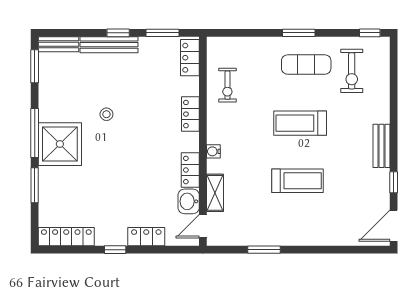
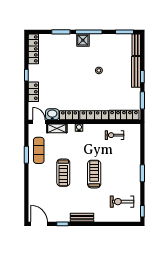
locker: (190, 58) -> (124, 115), width x1.53
exercise mat: (306, 65) -> (39, 150), moved
locker: (190, 114) -> (94, 115), width x1.53
shower: (60, 144) -> (83, 40), width x0.54, depth x0.54

